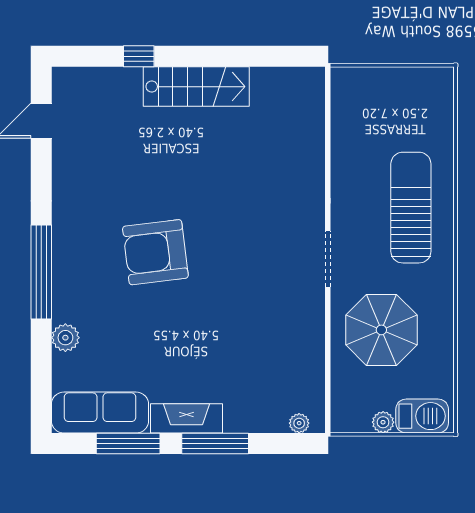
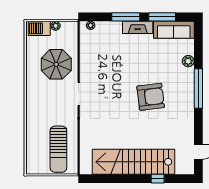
stairs: (196, 87) -> (134, 162), width x1.86, depth x1.51
sun lounger: (411, 208) -> (58, 149), moved

